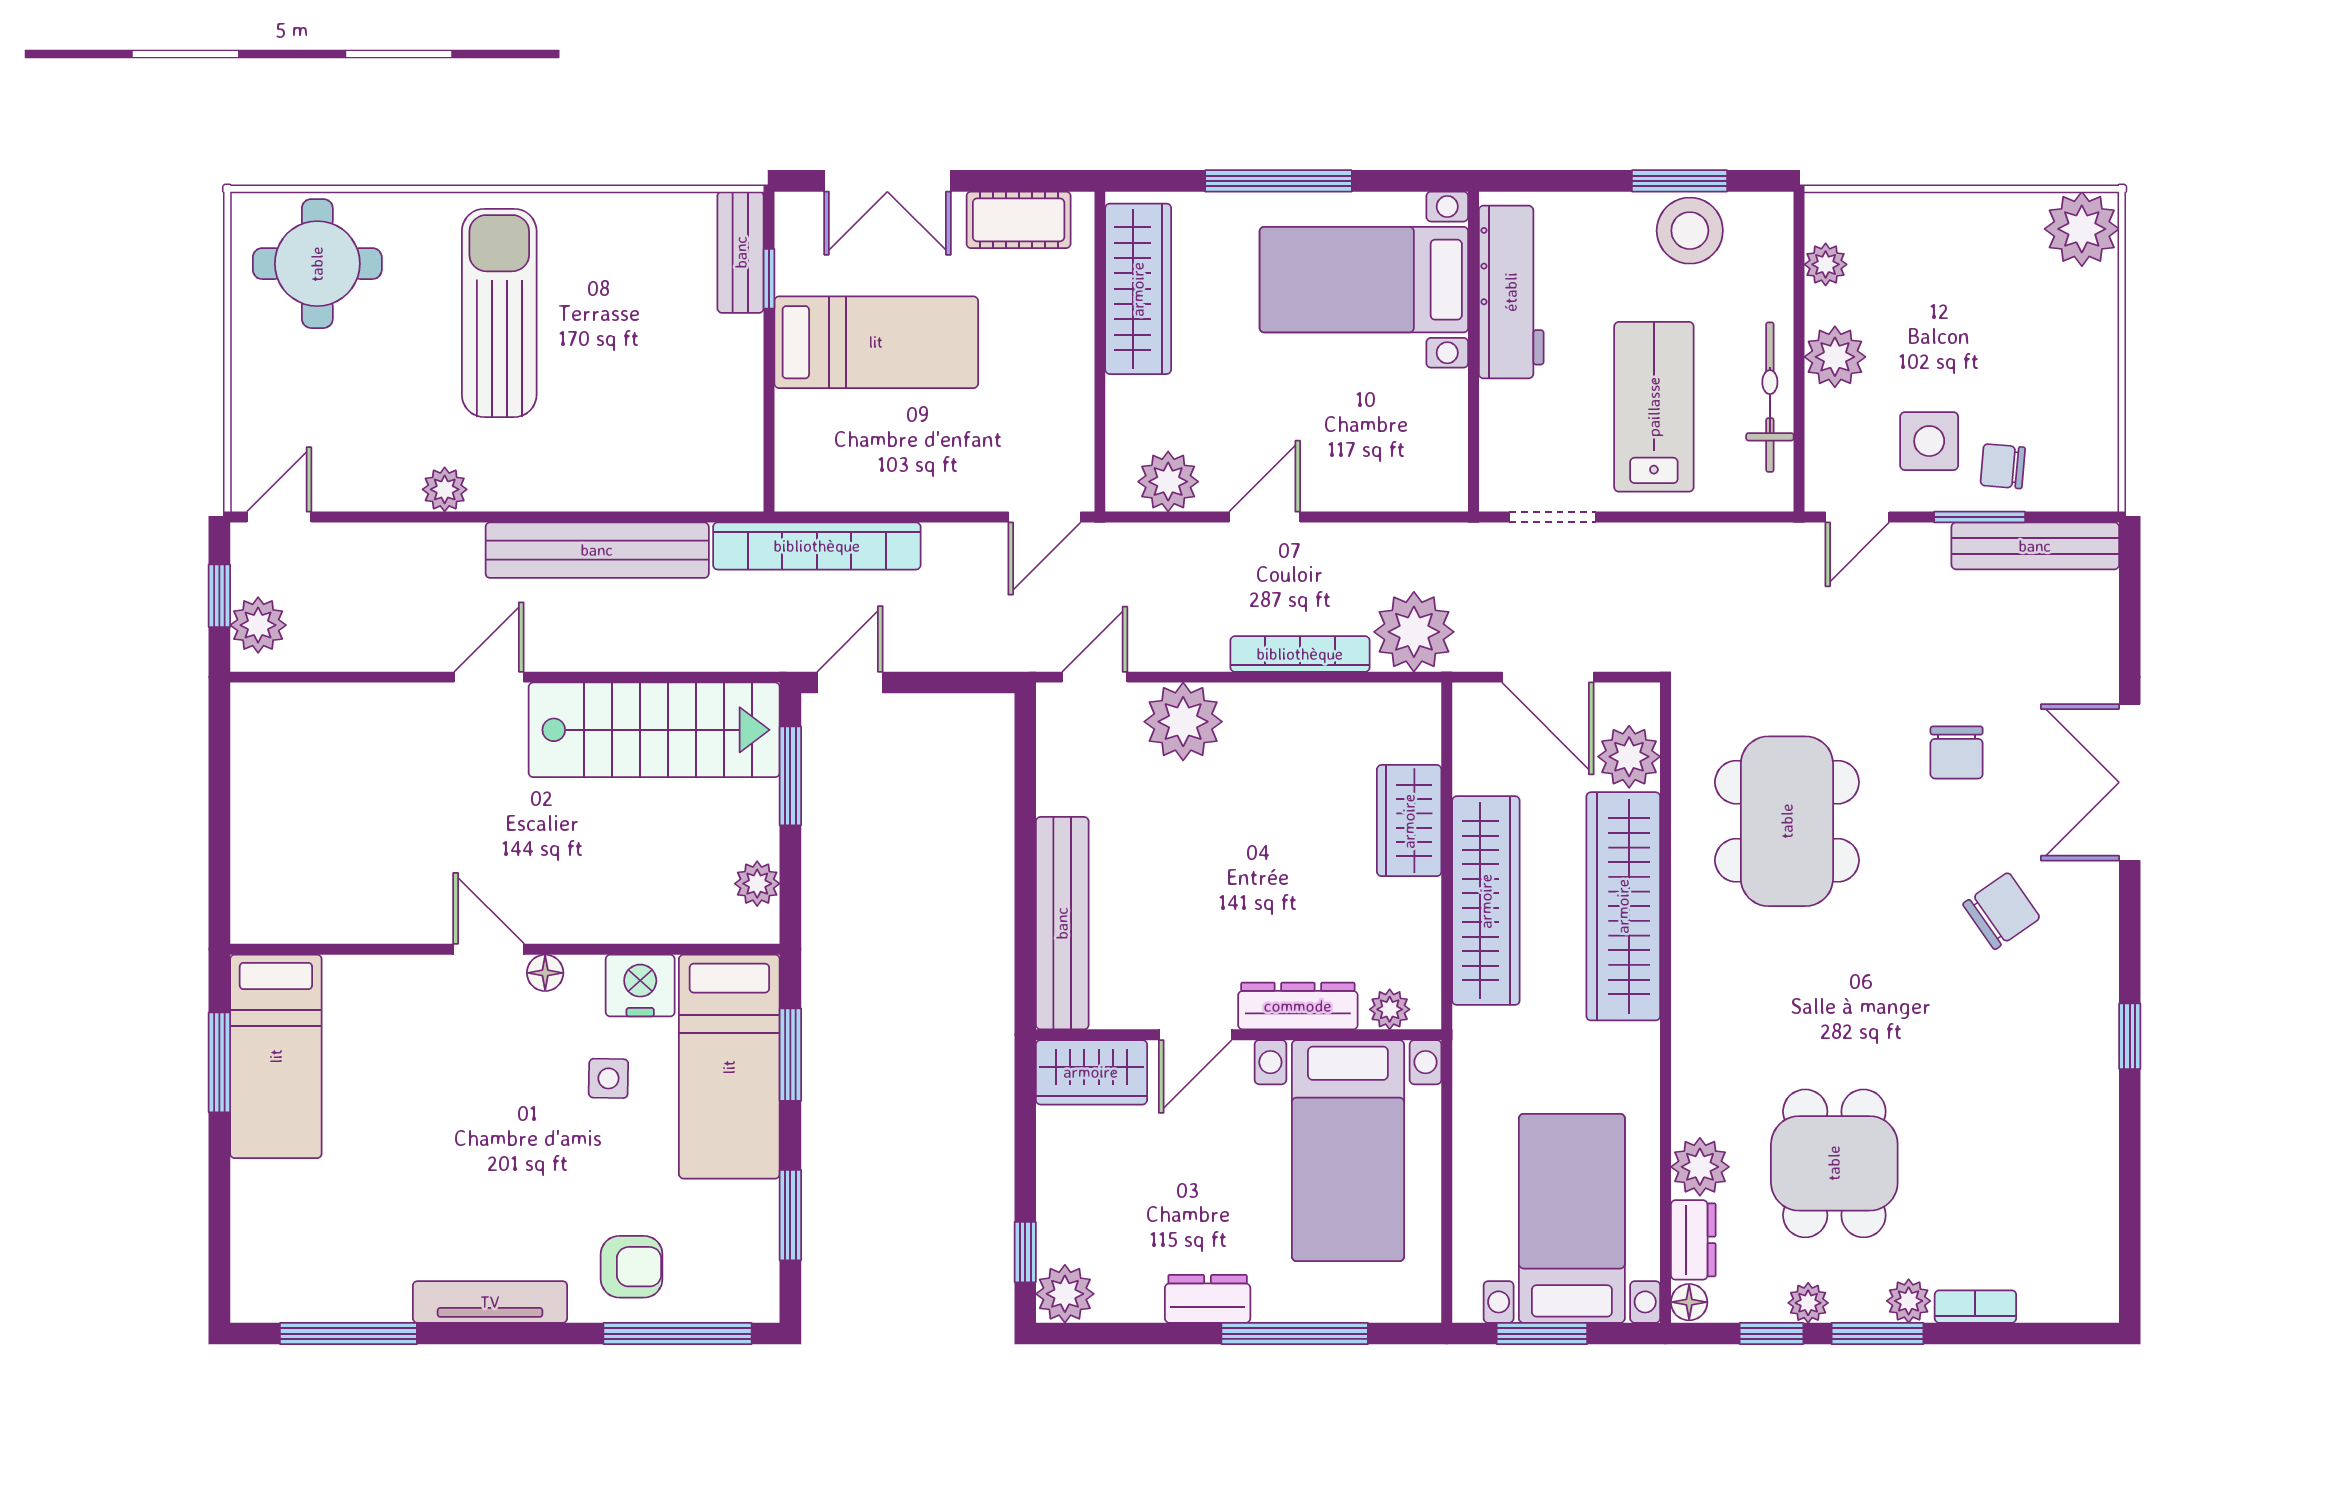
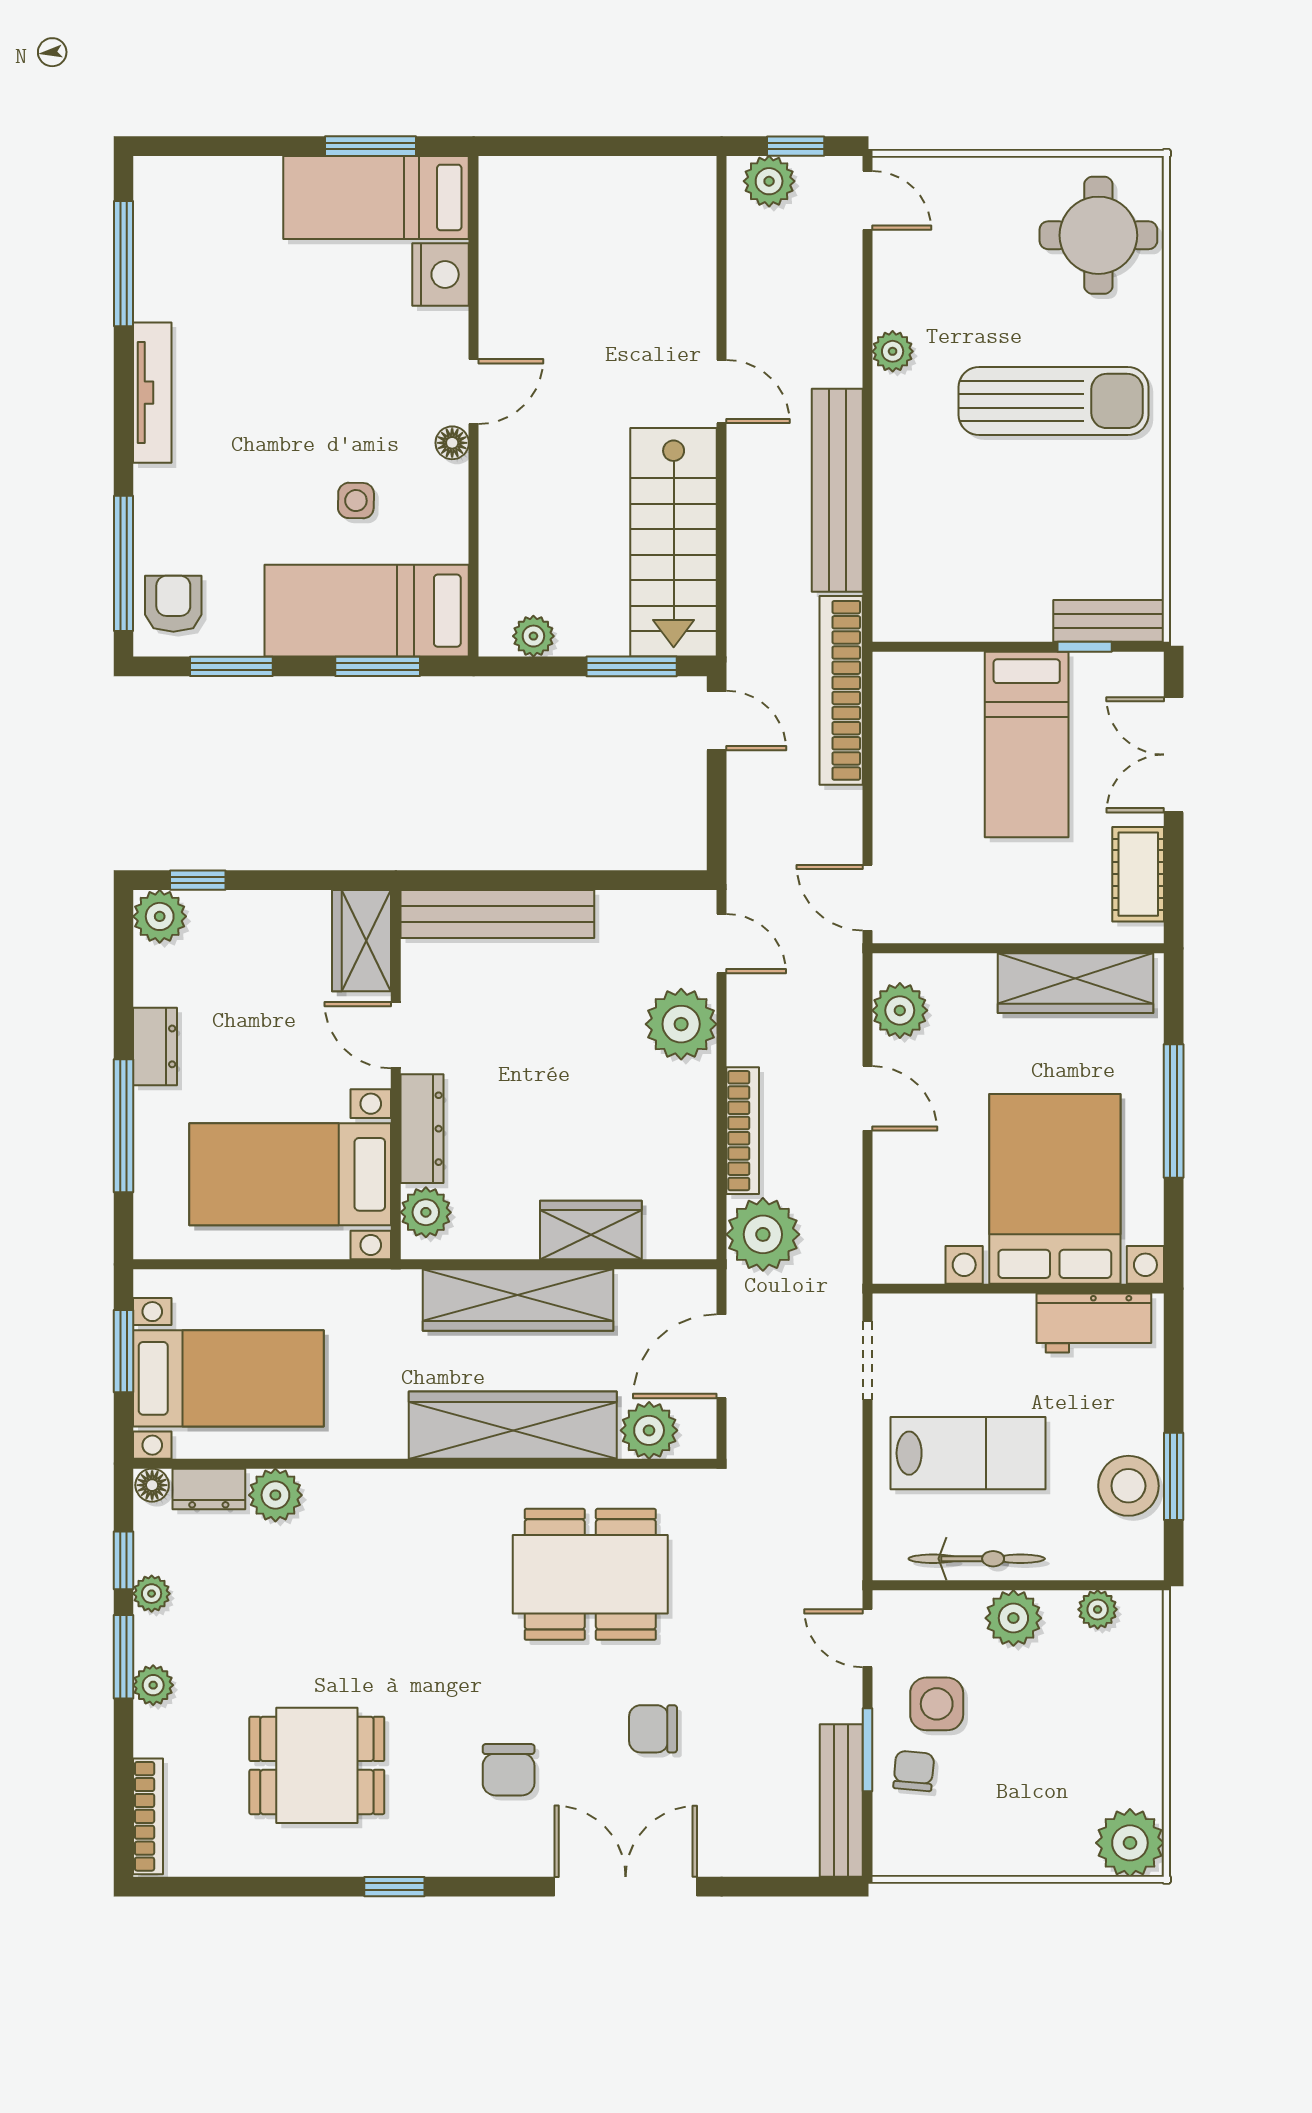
bed with nightstands: (1364, 280) -> (1055, 1189), width x1.36
workbench: (1511, 292) -> (1094, 1323), width x0.73
chair: (2001, 911) -> (509, 1770), turned 35
nightstand: (640, 986) -> (441, 274), moved
plant: (1390, 1009) -> (426, 1212), width x1.38, depth x1.38
dining table: (1834, 1163) -> (317, 1765), moved
armchair: (632, 1267) -> (173, 604), moved, turned 180
bookcase: (1975, 1307) -> (148, 1816), moved, width x1.56

